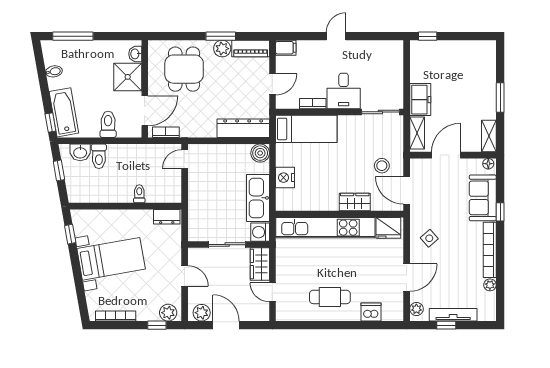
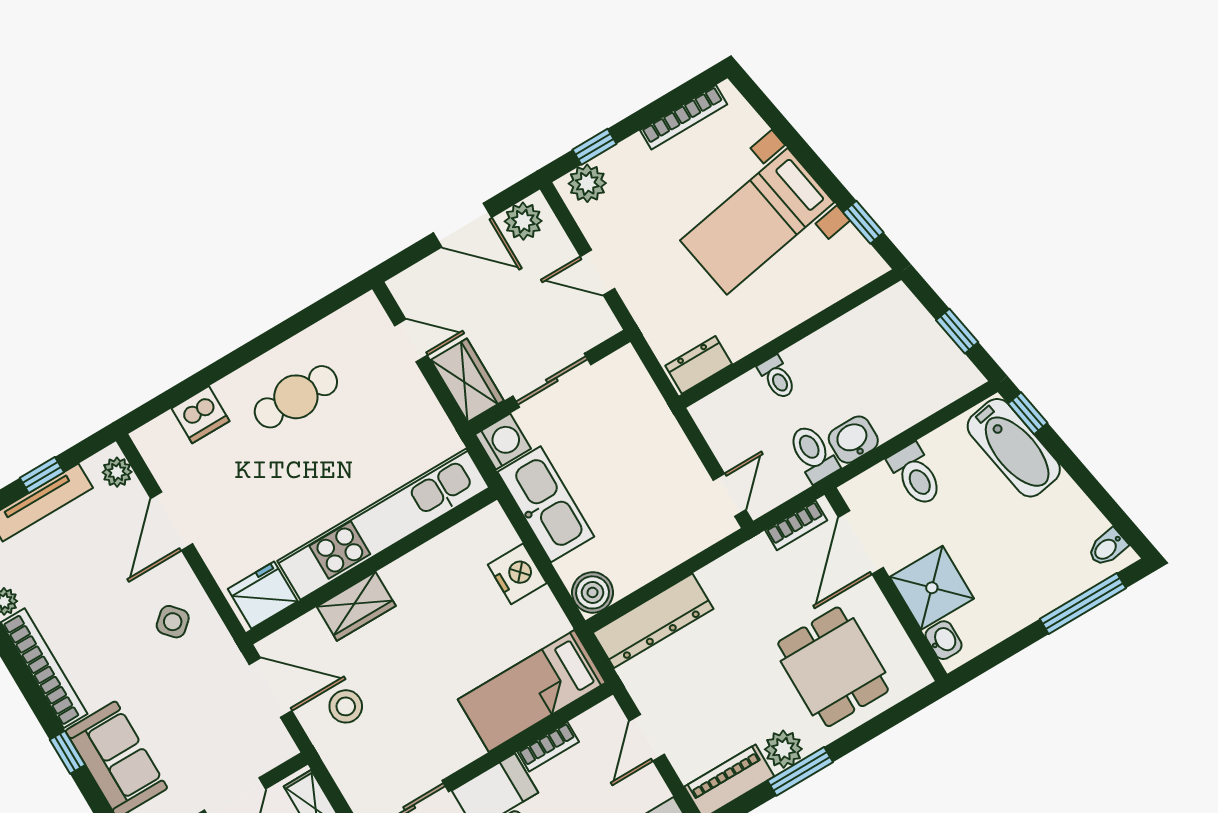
bidet: (54, 71) -> (1107, 548), moved
washbasin: (80, 152) -> (853, 440), moved
toilet: (99, 156) -> (813, 453), moved

